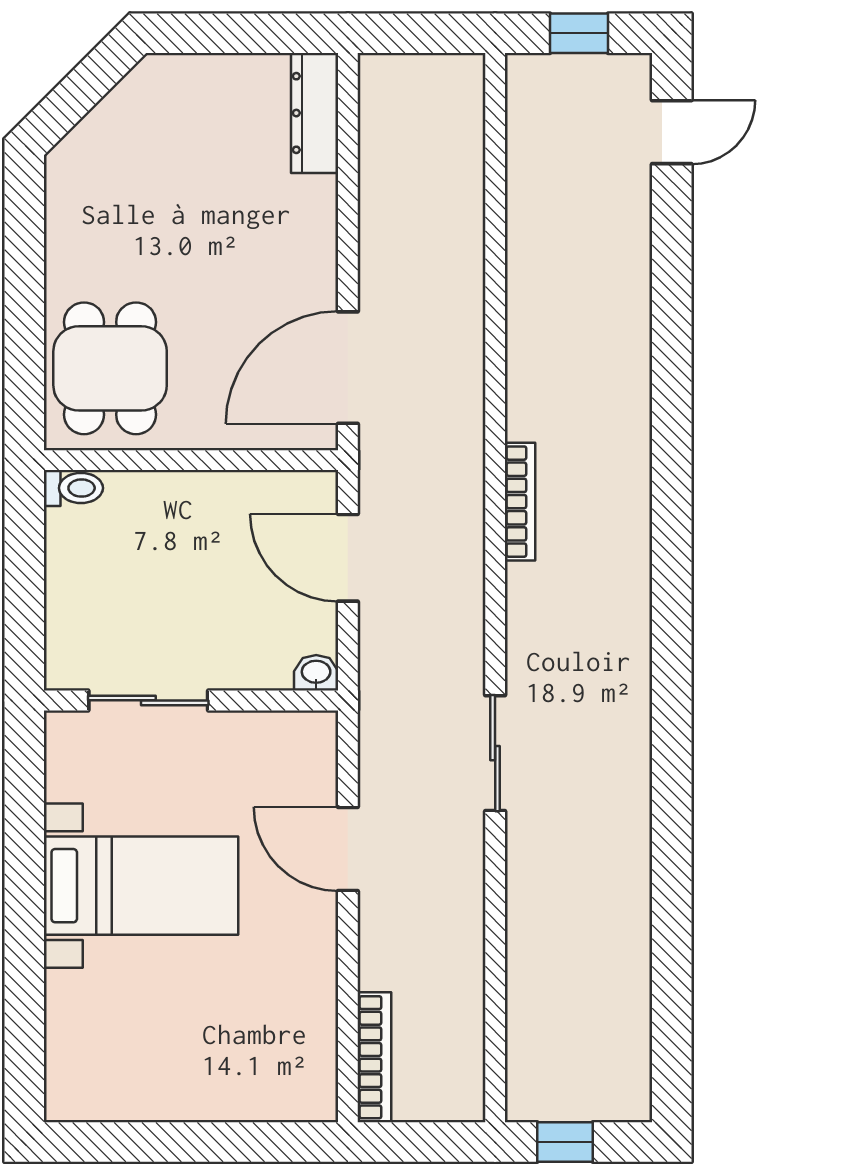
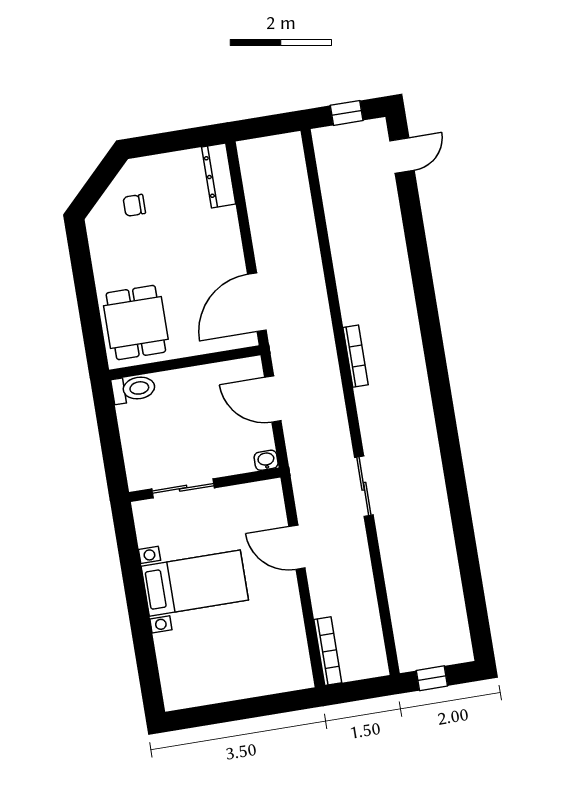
chair: (144, 144) -> (134, 205), added
toilet: (73, 488) -> (133, 389), width x1.37, depth x1.39

